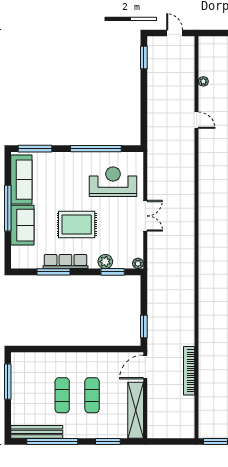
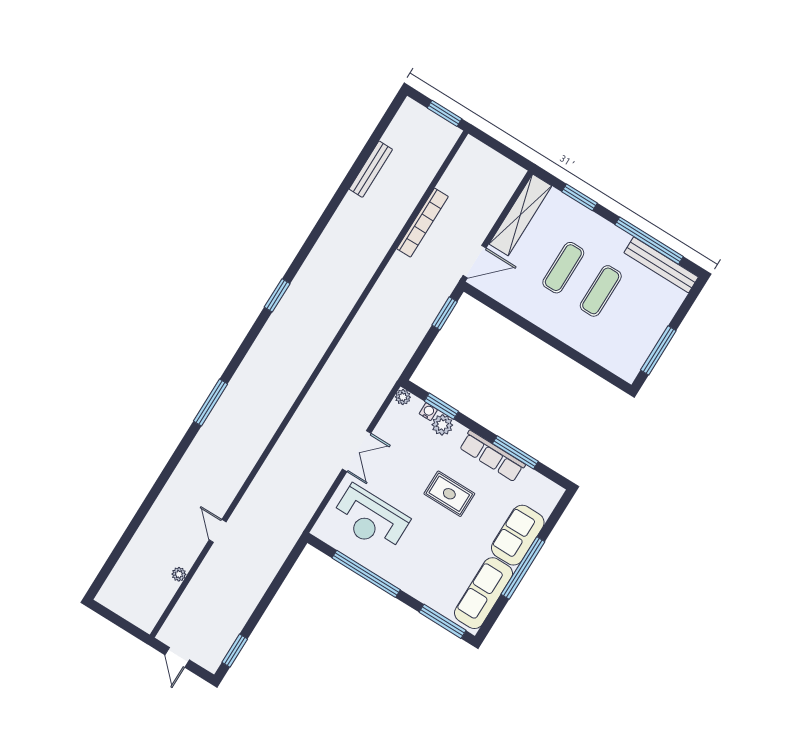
double door: (145, 216) -> (357, 451), swing flipped
rug: (77, 224) -> (449, 494), width x0.73, depth x0.70
water cooler: (118, 264) -> (428, 412), added

